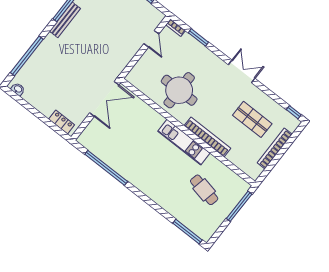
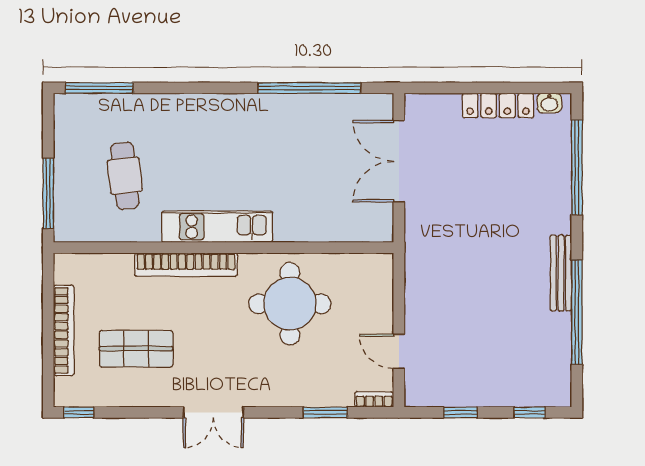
double door: (104, 99) -> (399, 161), moved
locker: (62, 122) -> (498, 106), moved, width x1.53
cafe table: (204, 190) -> (125, 176), turned 72

